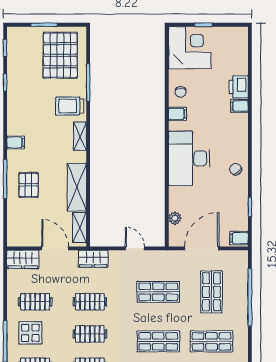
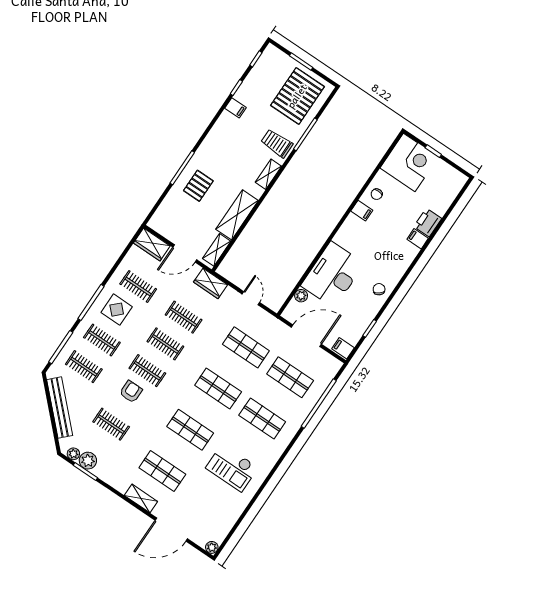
filing cabinet: (16, 143) -> (235, 108), moved
desk: (189, 158) -> (333, 275), moved
door: (55, 248) -> (185, 253), swing flipped
shop shelf: (211, 292) -> (290, 377), turned 90

